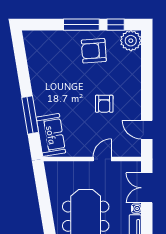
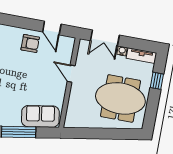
armchair: (104, 104) -> (30, 43), moved
door: (147, 130) -> (52, 28), hinge flipped

